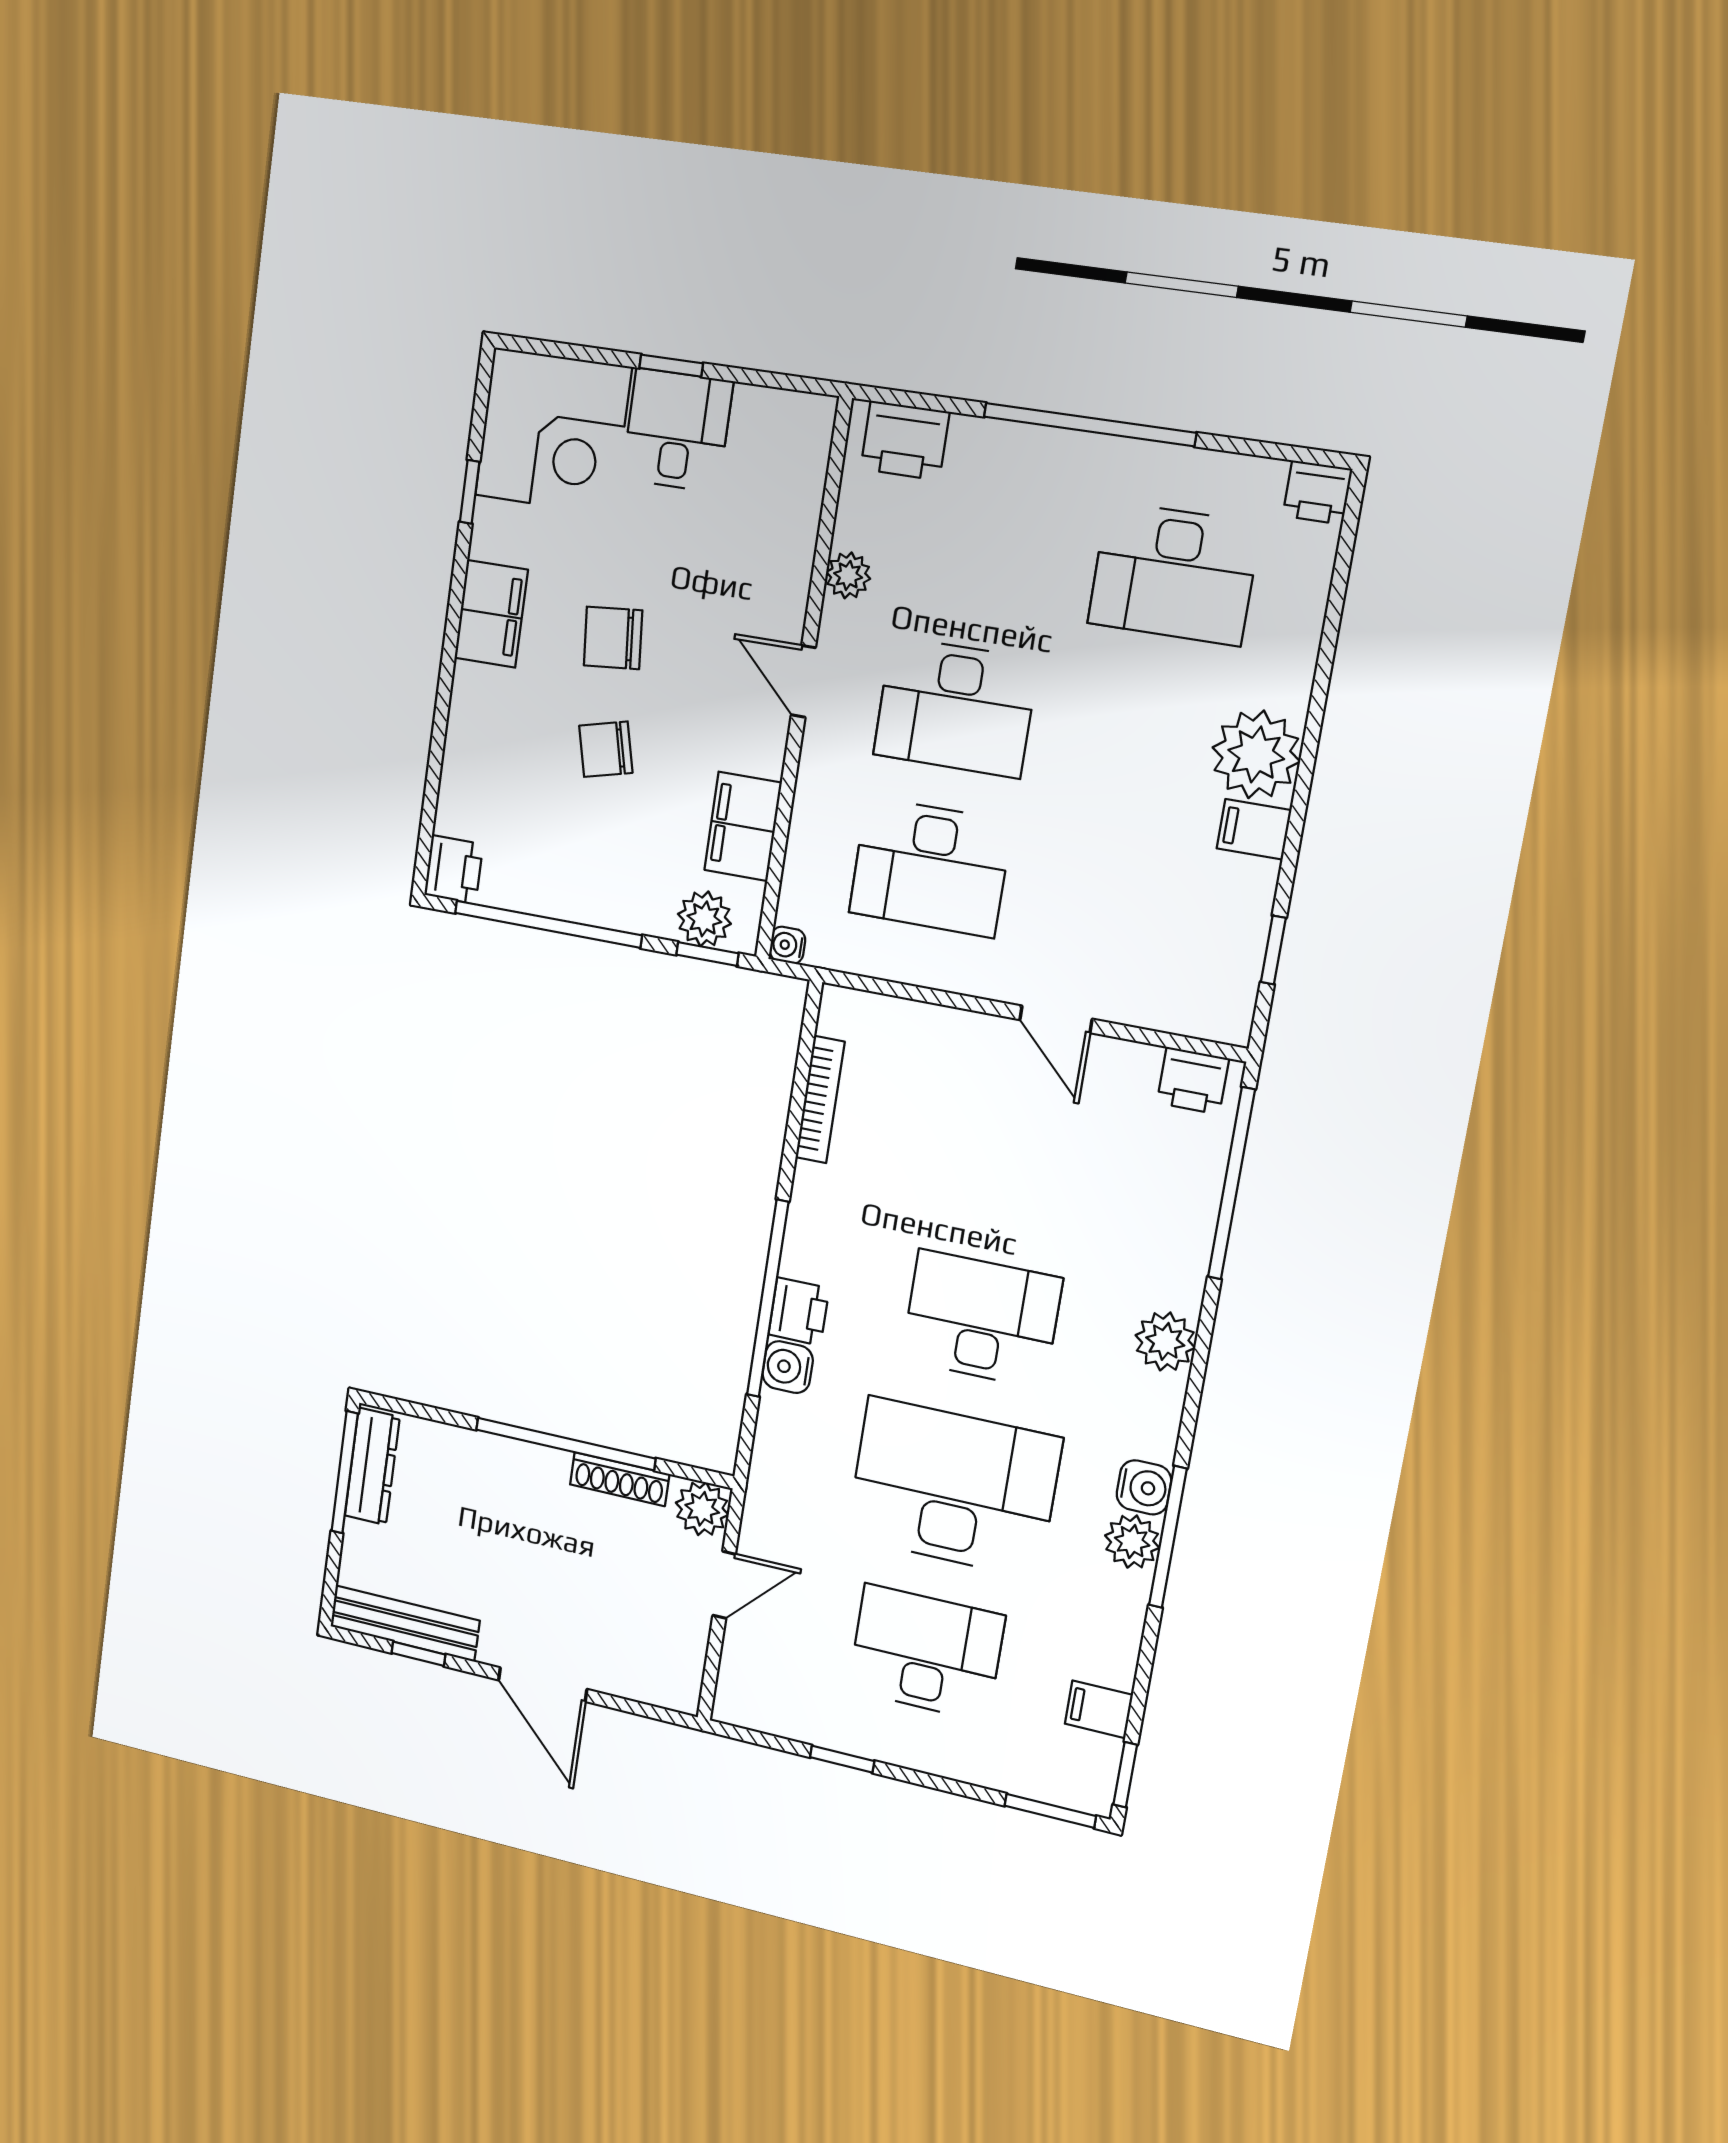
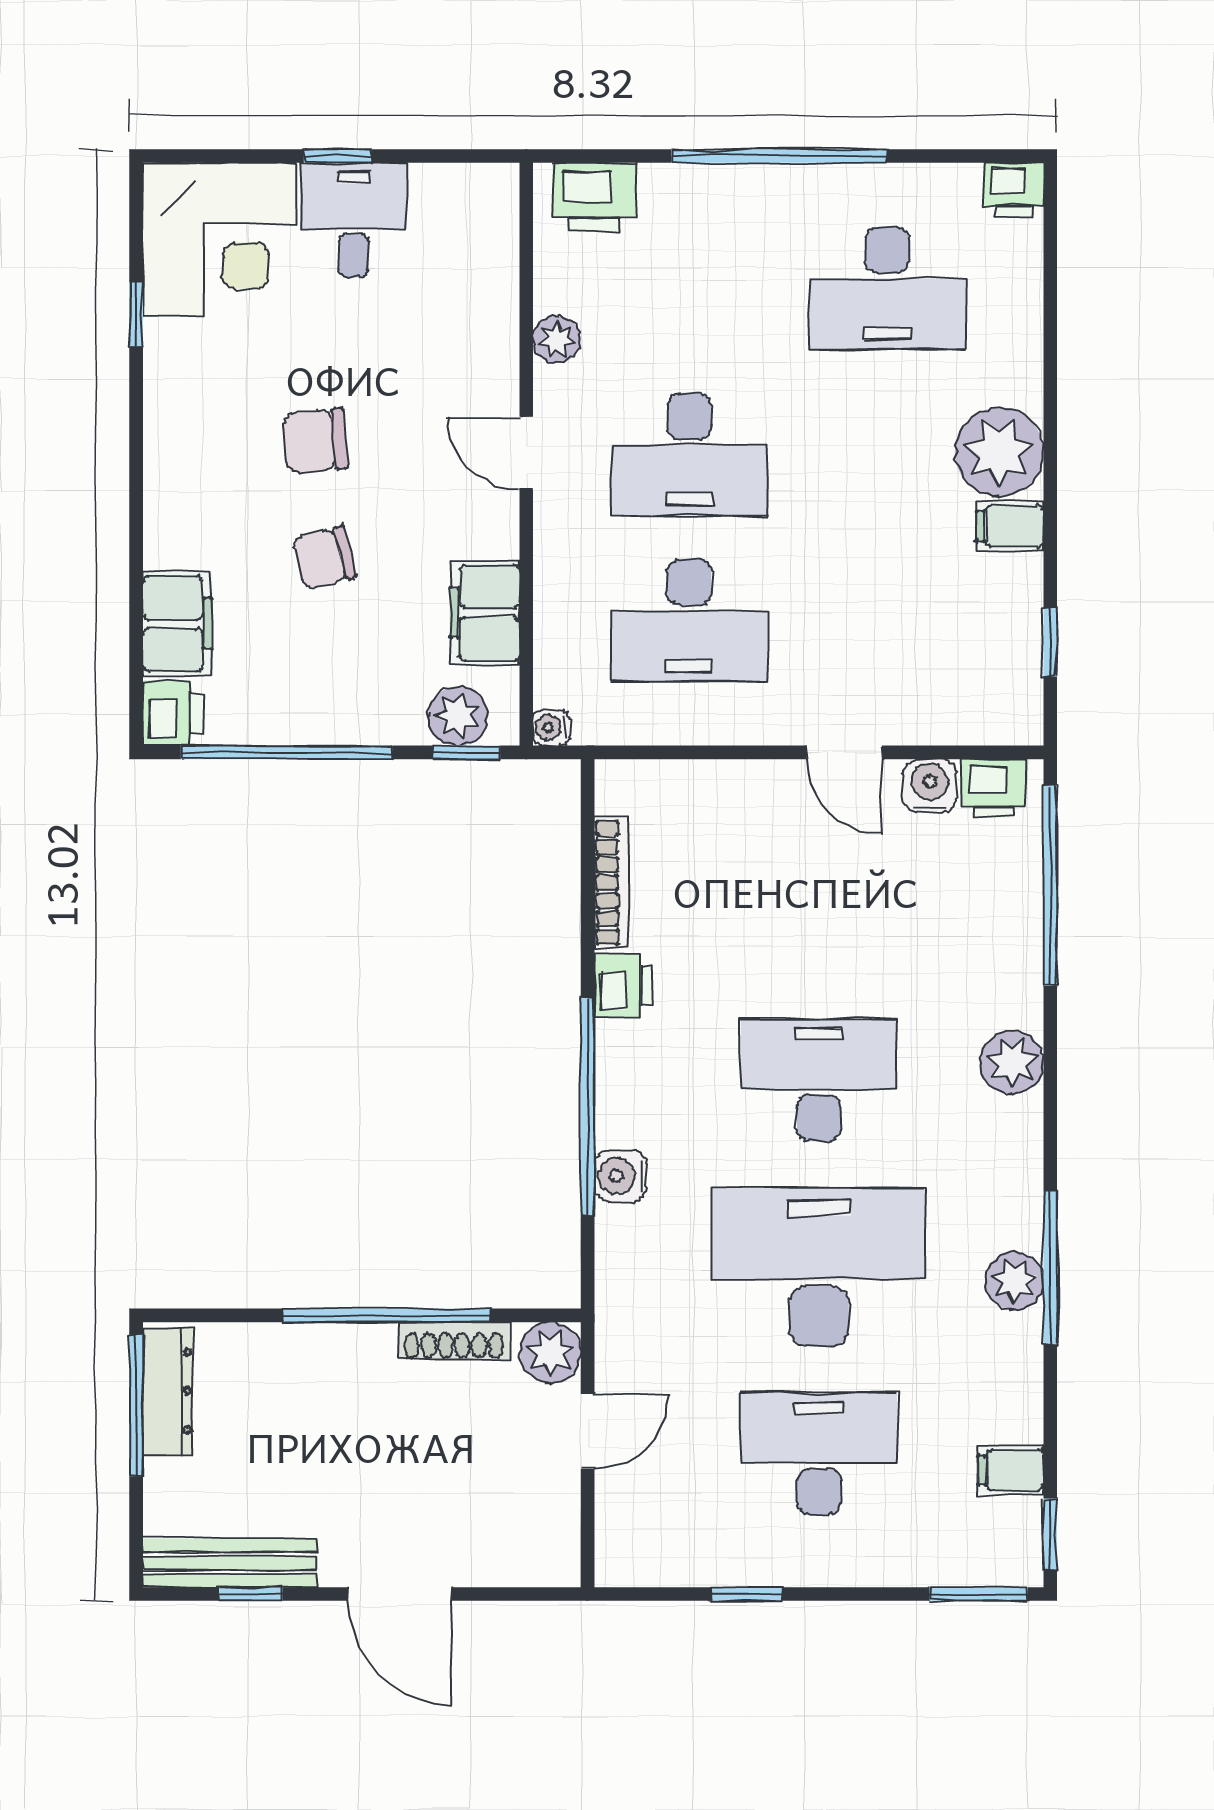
filing cabinet: (491, 614) -> (177, 624), moved
printer: (799, 1311) -> (623, 985), moved
water cooler: (1144, 1487) -> (930, 786), moved, turned -90

